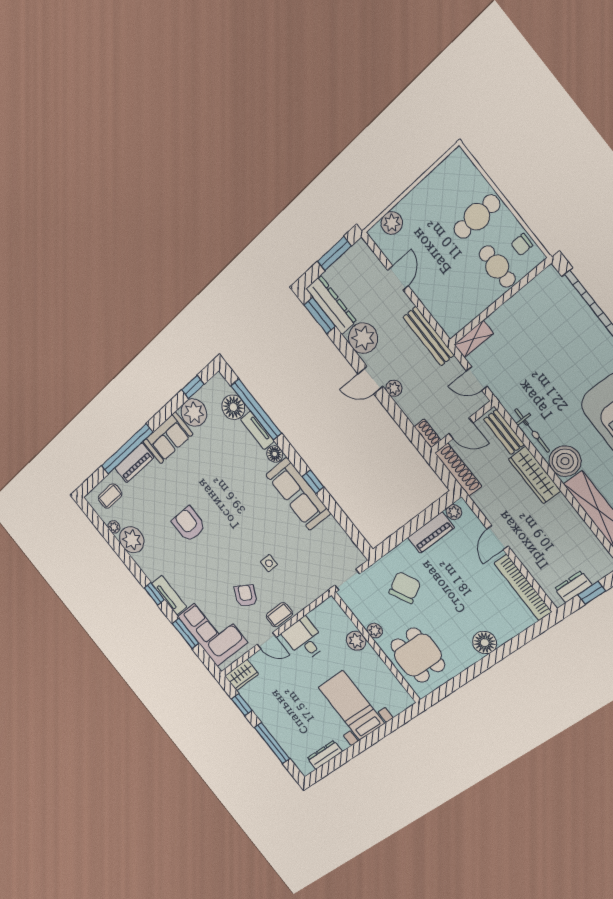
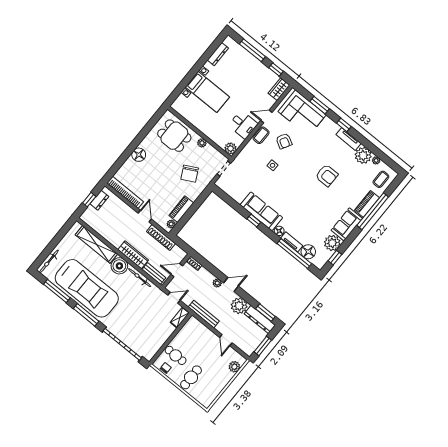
shoe rack: (458, 470) -> (161, 237), moved
tv unit: (169, 595) -> (349, 139), moved
plant: (356, 641) -> (230, 148), moved

